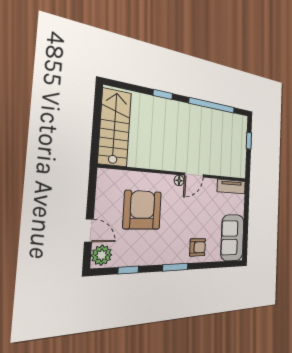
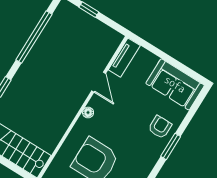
door: (194, 175) -> (99, 82), moved
window: (175, 267) -> (171, 146), moved

